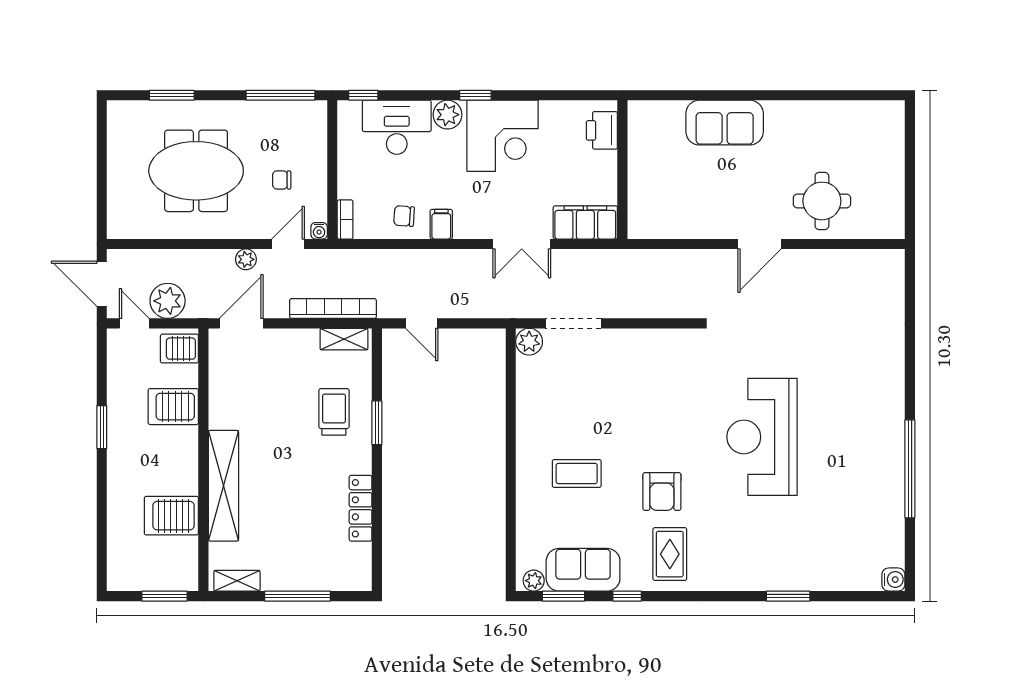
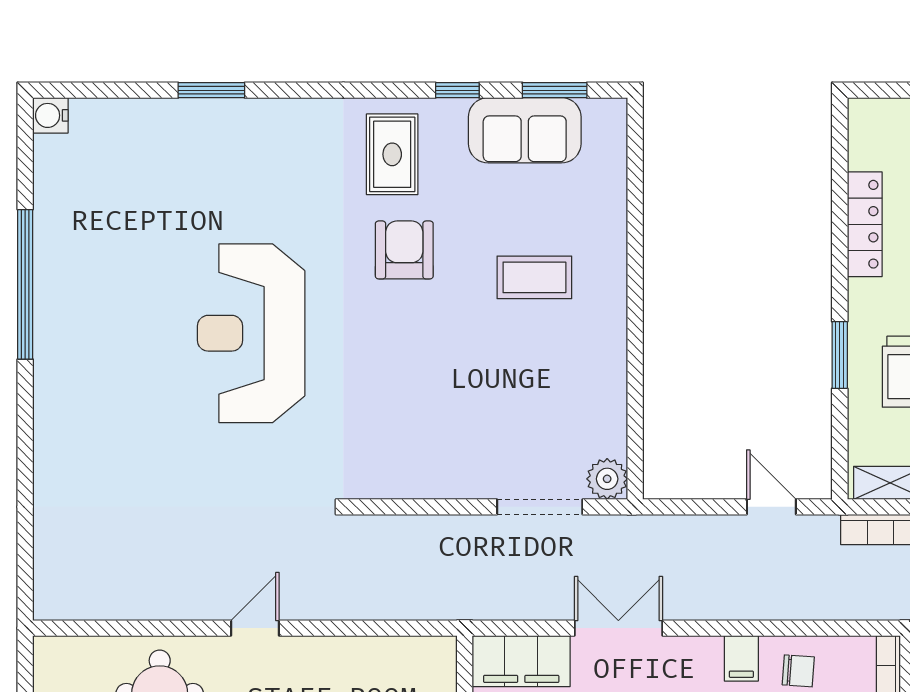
door: (759, 244) -> (255, 628), width x0.73
reception desk: (762, 437) -> (251, 333), turned 180
plant: (534, 581) -> (600, 114), removed

